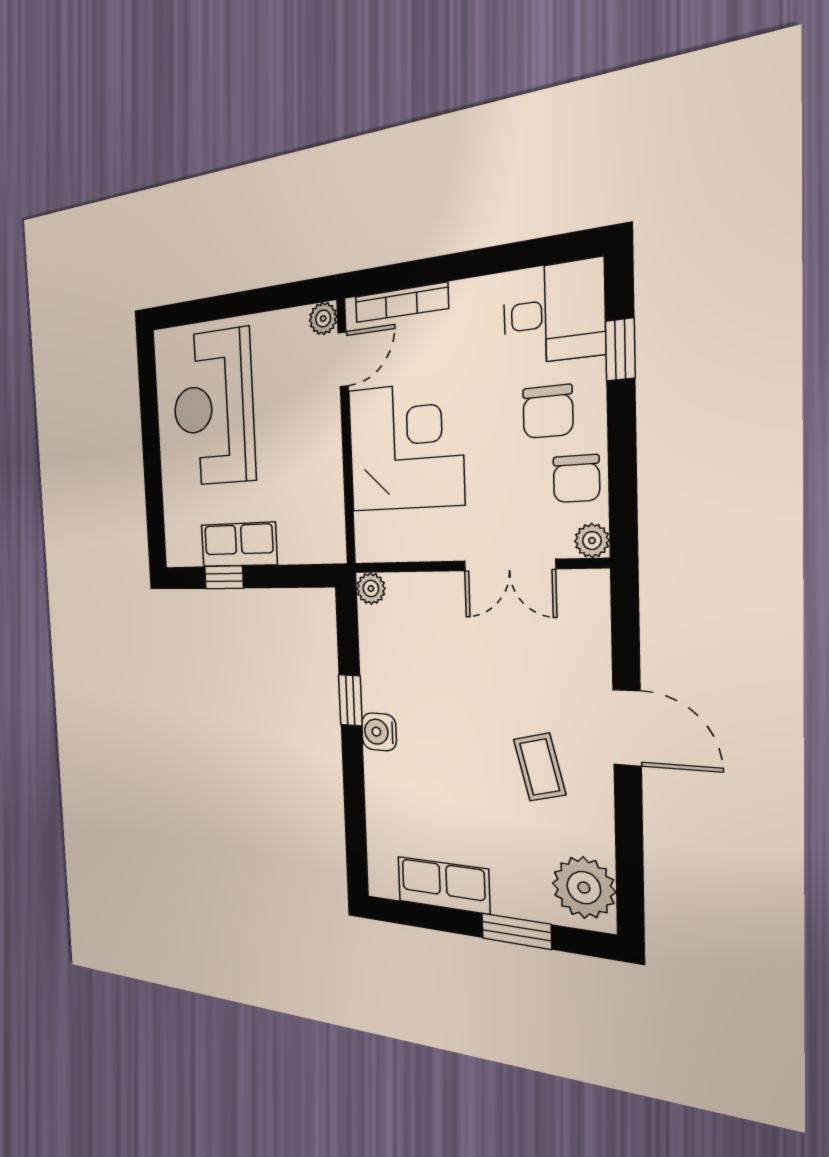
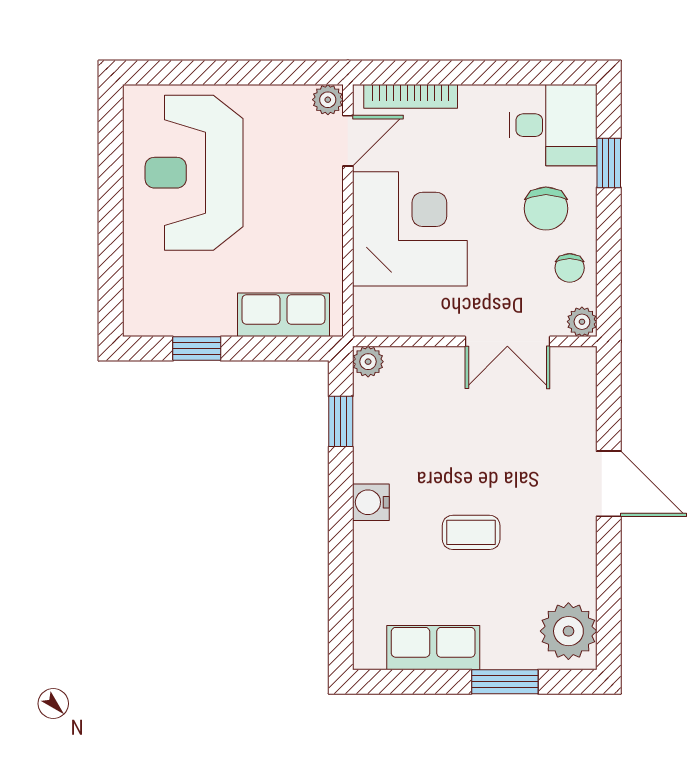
chair: (576, 479) -> (570, 268), width x0.73, depth x0.73
row of seats: (239, 545) -> (284, 315), moved
window: (350, 700) -> (341, 421), moved
coffee table: (540, 767) -> (471, 532), moved, turned -76

